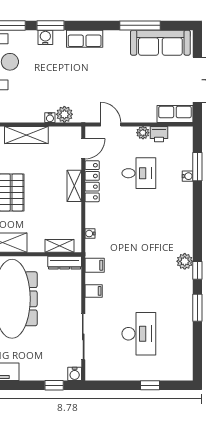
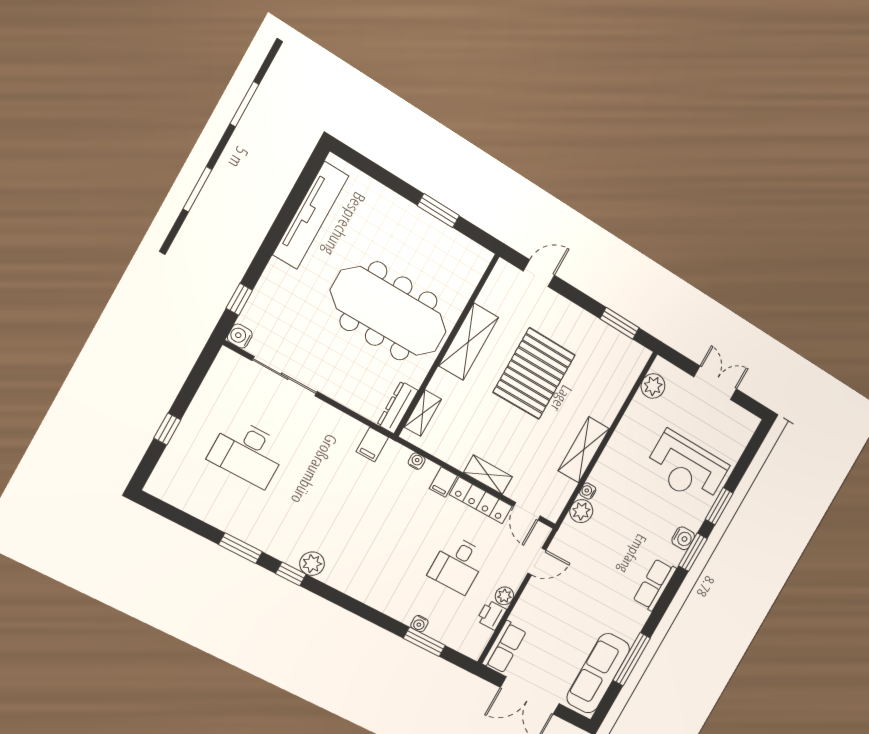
filing cabinet: (94, 291) -> (443, 482), moved

